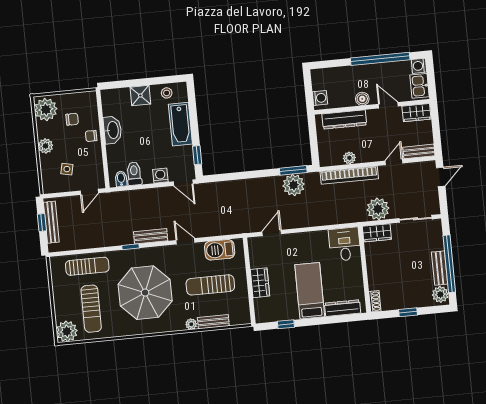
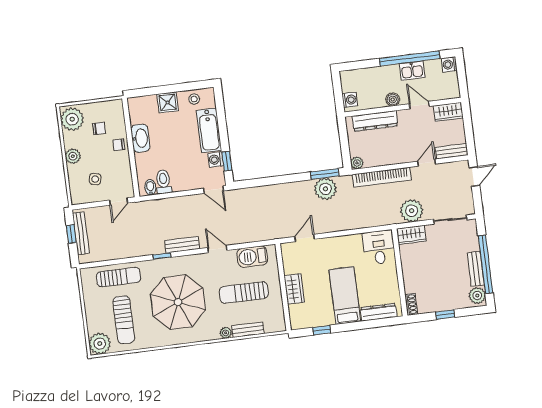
kitchen sink: (420, 86) -> (412, 71), moved, turned -90
plant: (349, 158) -> (357, 163), moved
washing machine: (160, 176) -> (216, 160), moved, turned -90

